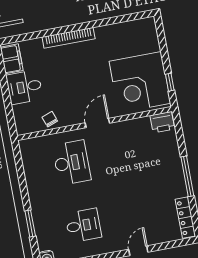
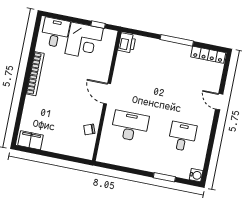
bookcase: (69, 38) -> (35, 74), moved
corner desk: (140, 82) -> (84, 41), width x0.74, depth x0.74
desk: (24, 87) -> (55, 33), moved, turned 180

